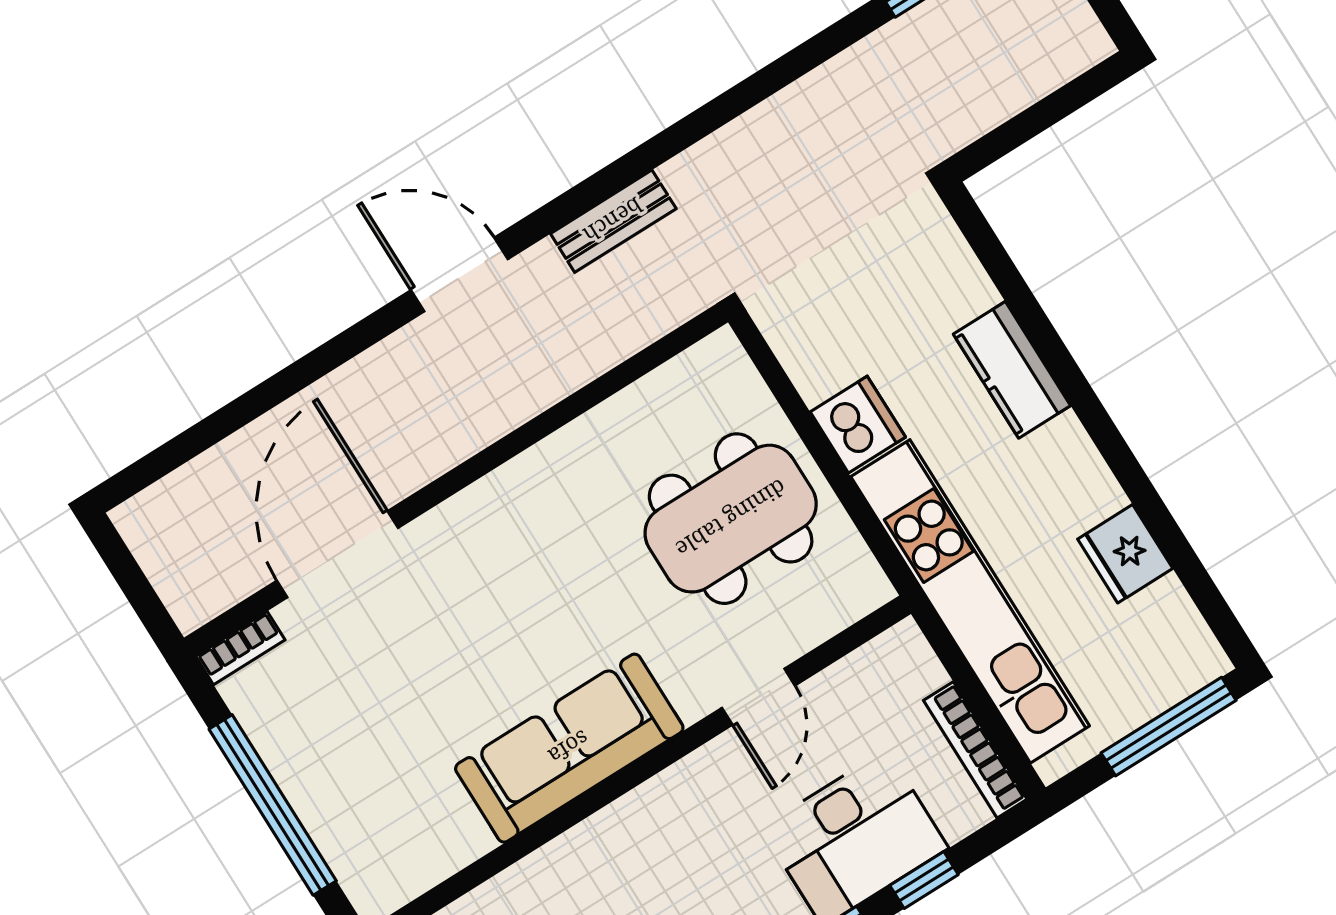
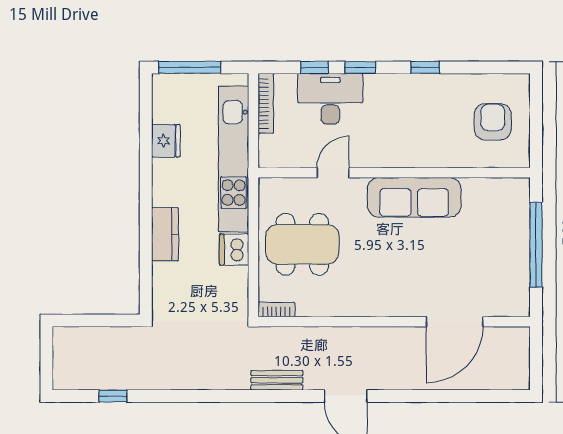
bookcase: (240, 648) -> (276, 310), moved

